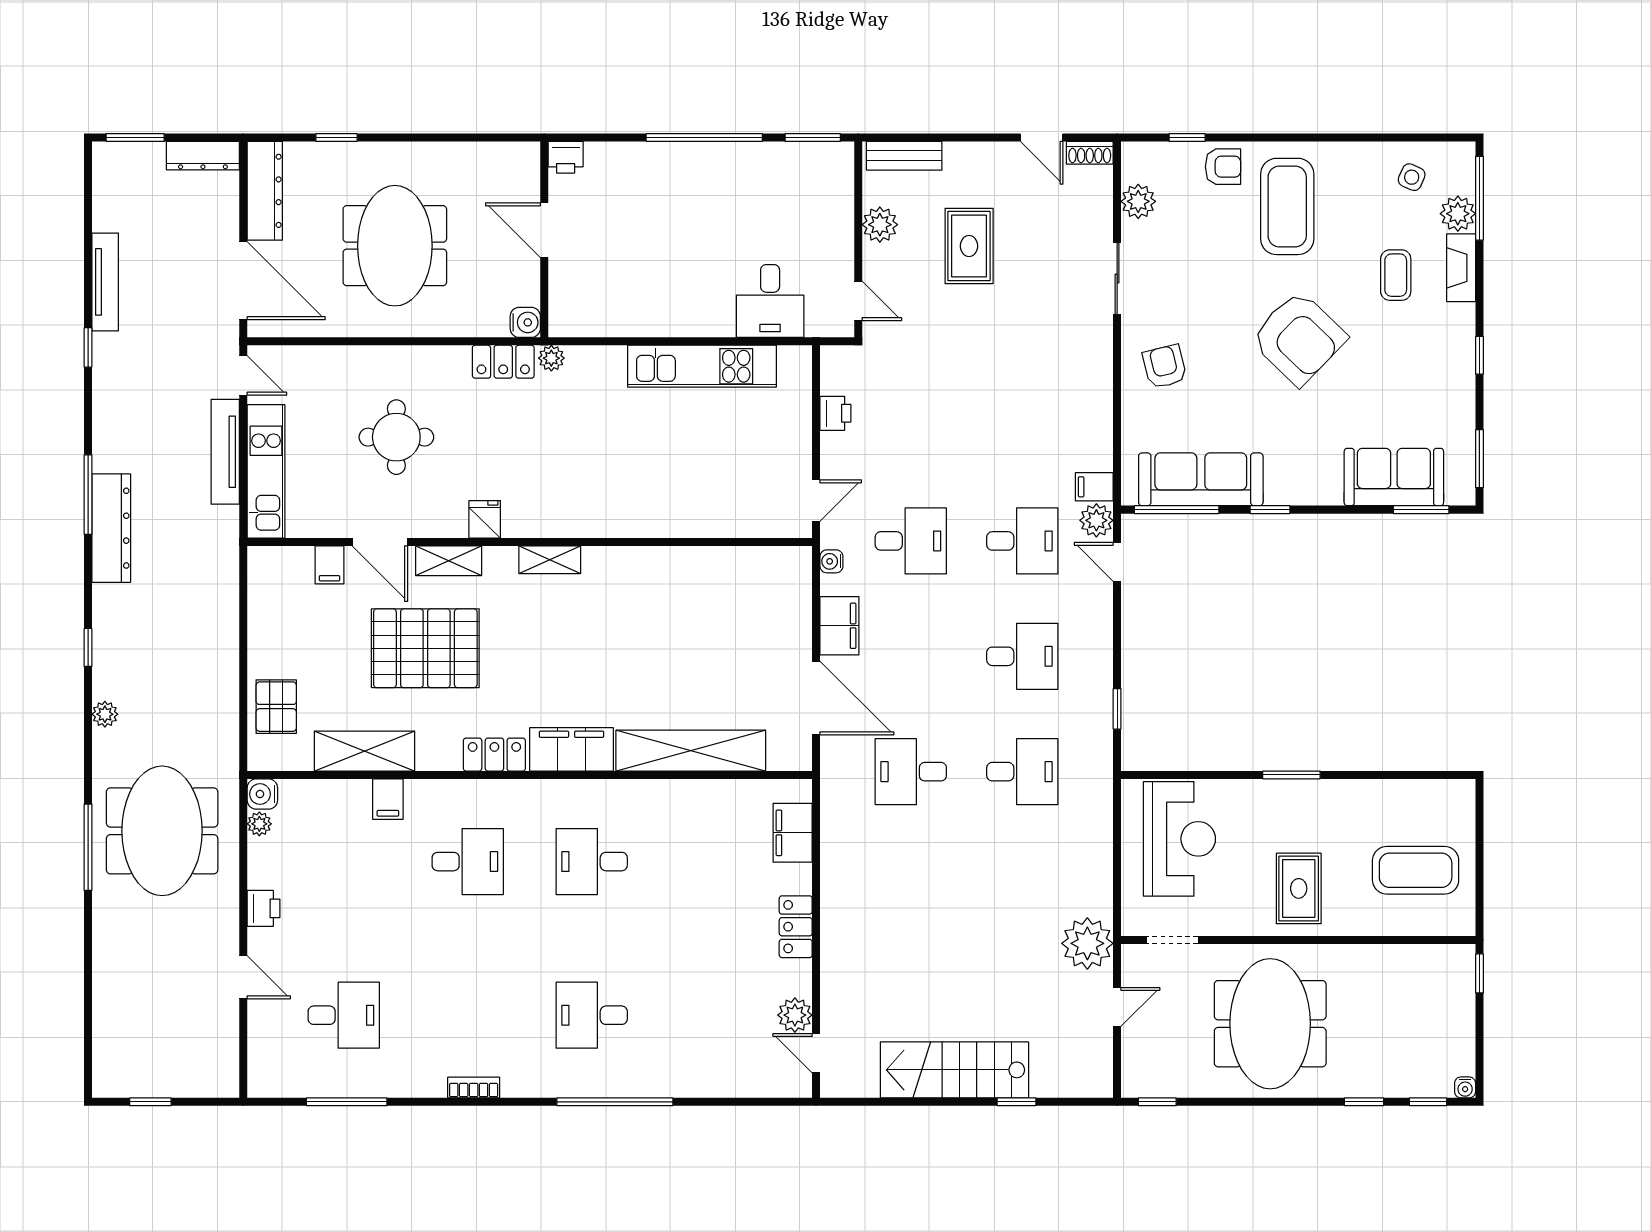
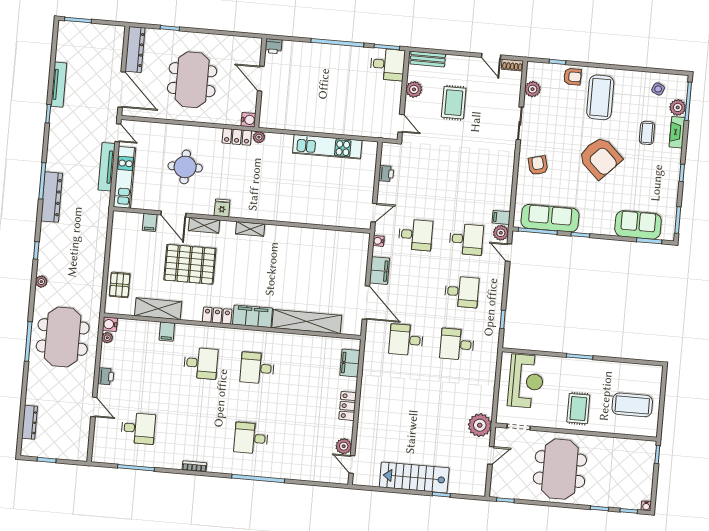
dresser: (203, 156) -> (30, 422), moved, turned -90
desk: (770, 301) -> (388, 64), moved, turned -90
desk: (1022, 772) -> (457, 344), turned 180

